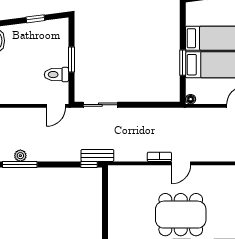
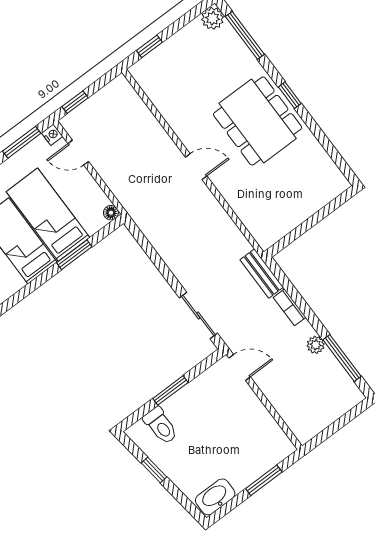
toilet: (57, 75) -> (161, 426), moved
plant: (20, 156) -> (316, 345), moved
bookcase: (159, 157) -> (290, 307), moved
window: (89, 165) -> (280, 275), removed

